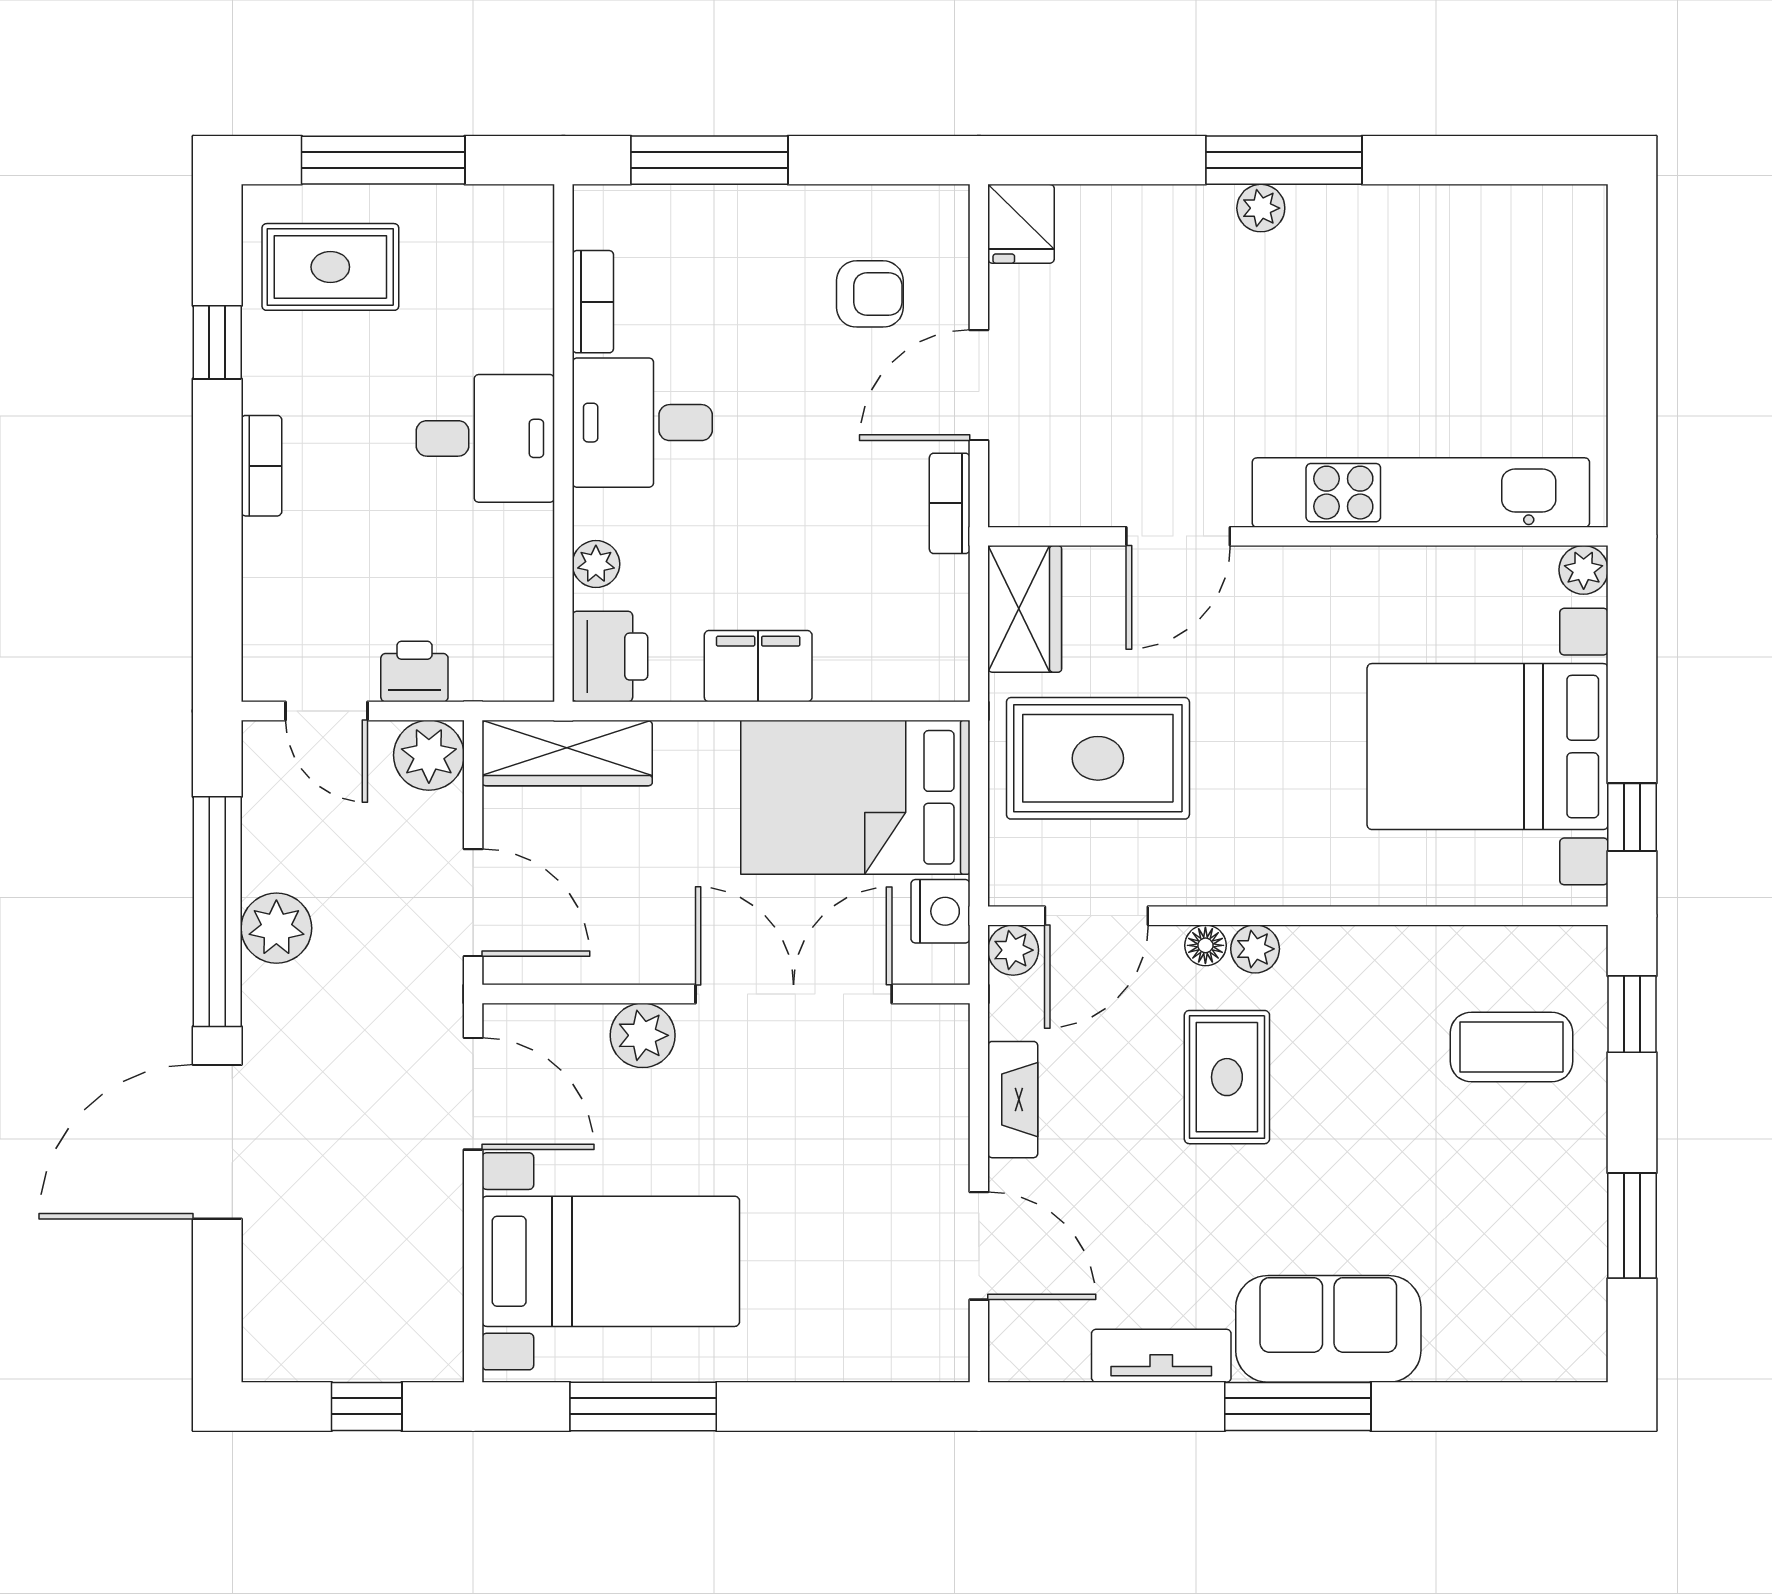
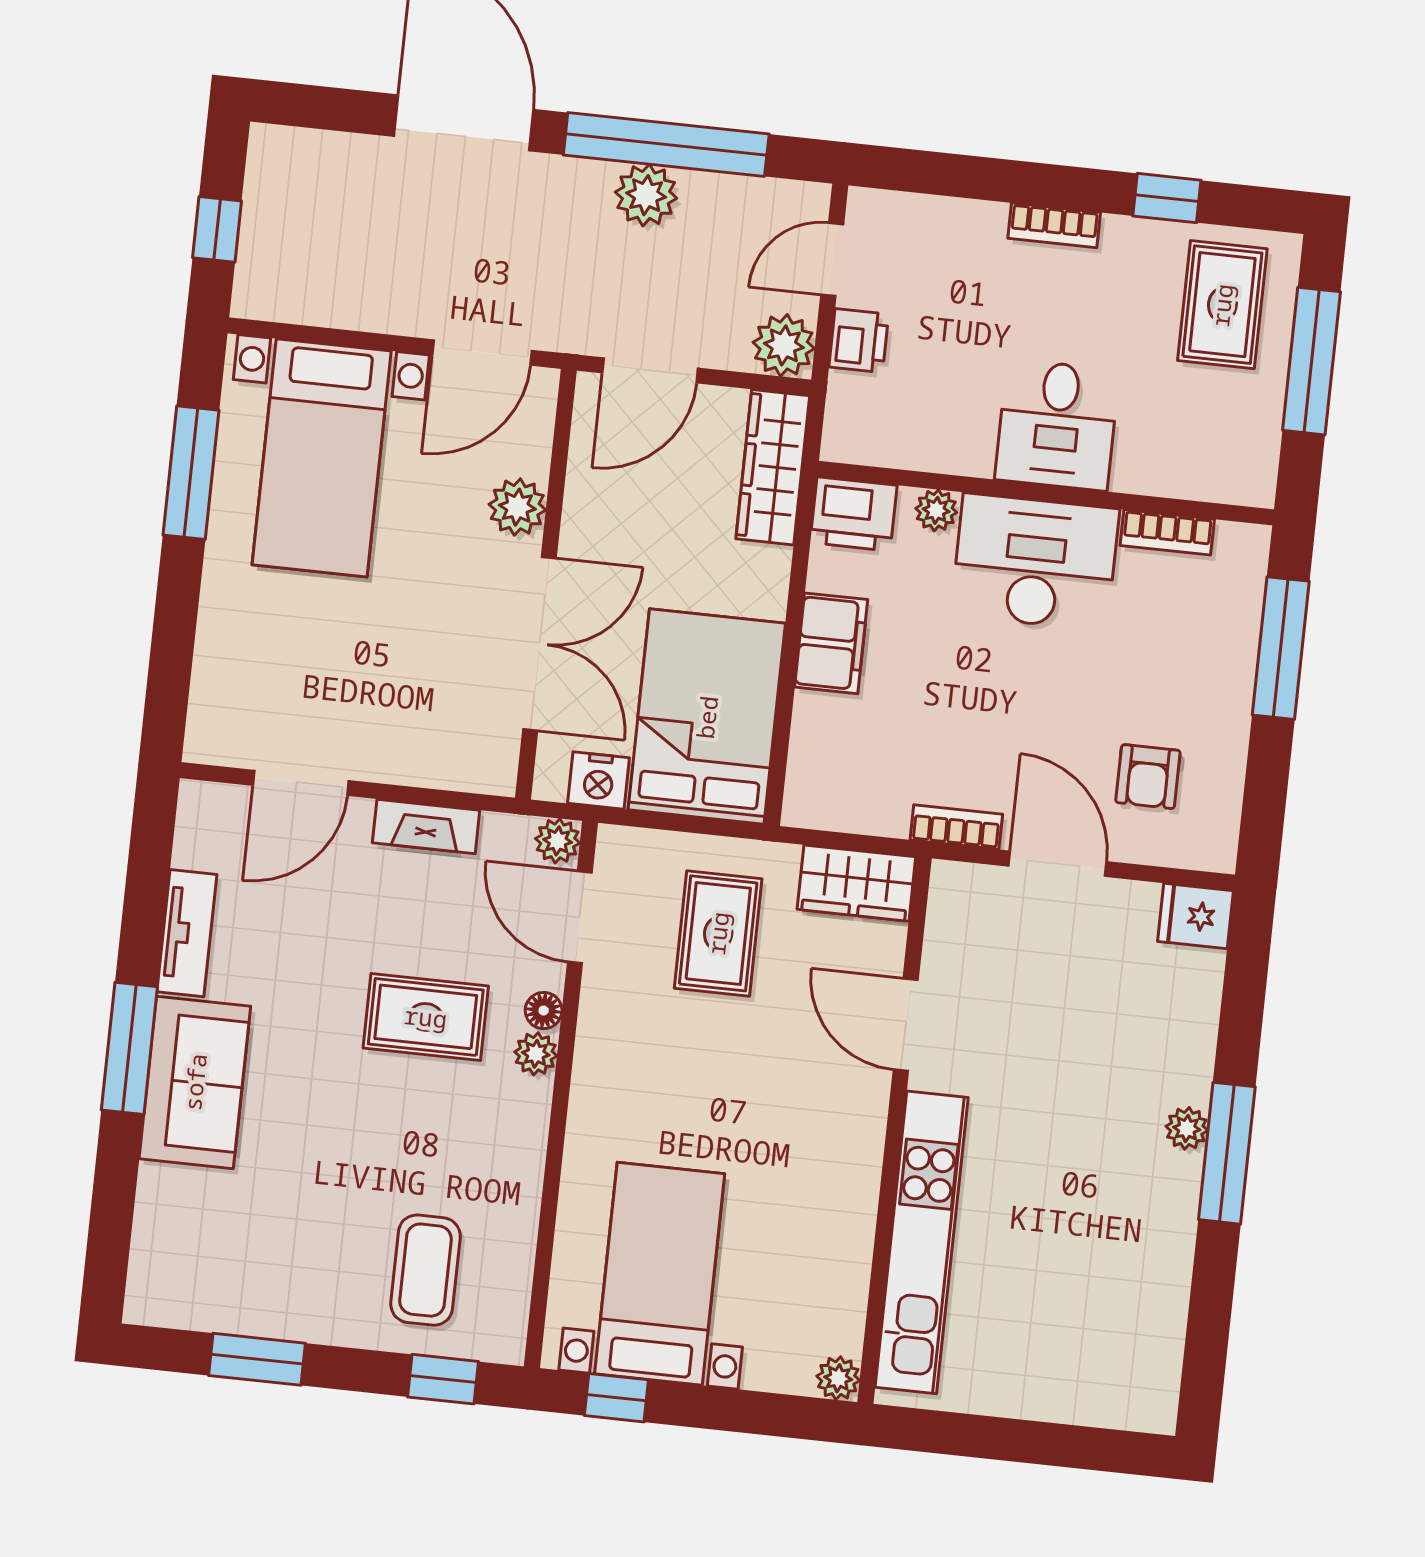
desk: (642, 423) -> (1035, 562), width x1.37
bed with nightstands: (1488, 747) -> (660, 1274), width x0.73
rug: (1098, 758) -> (718, 933), width x0.73, depth x0.70

